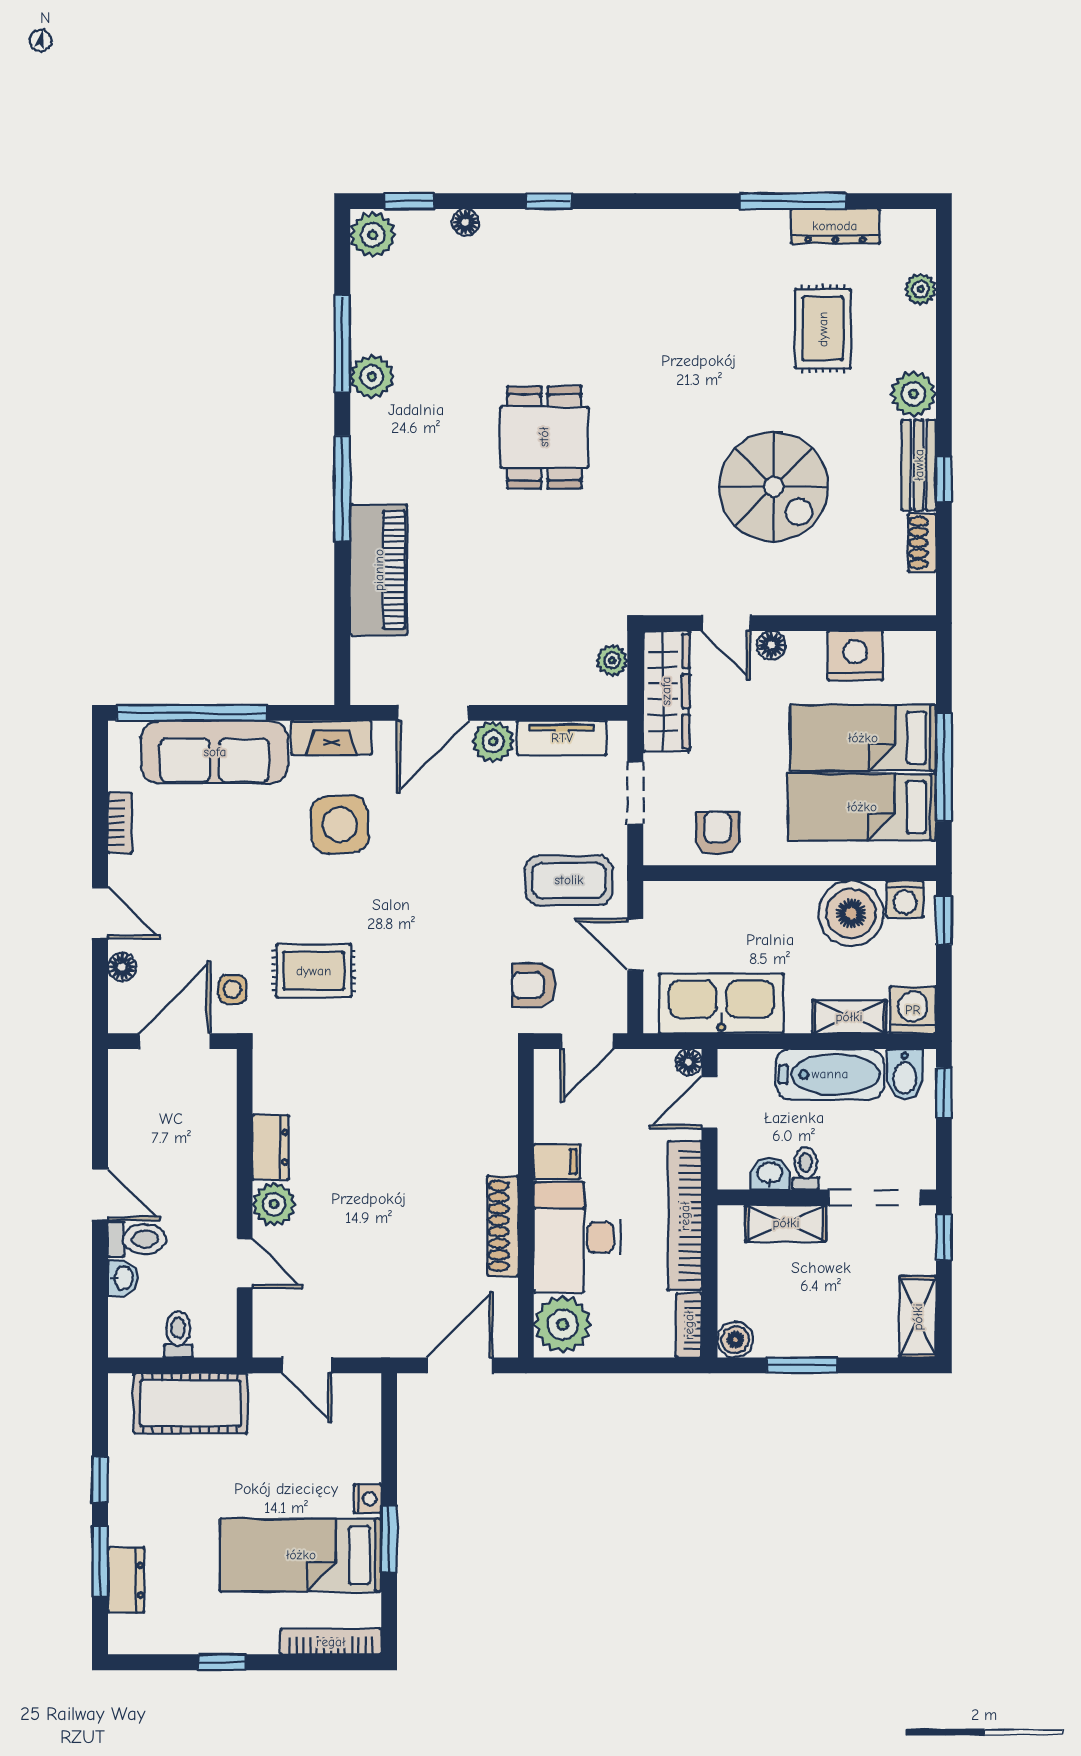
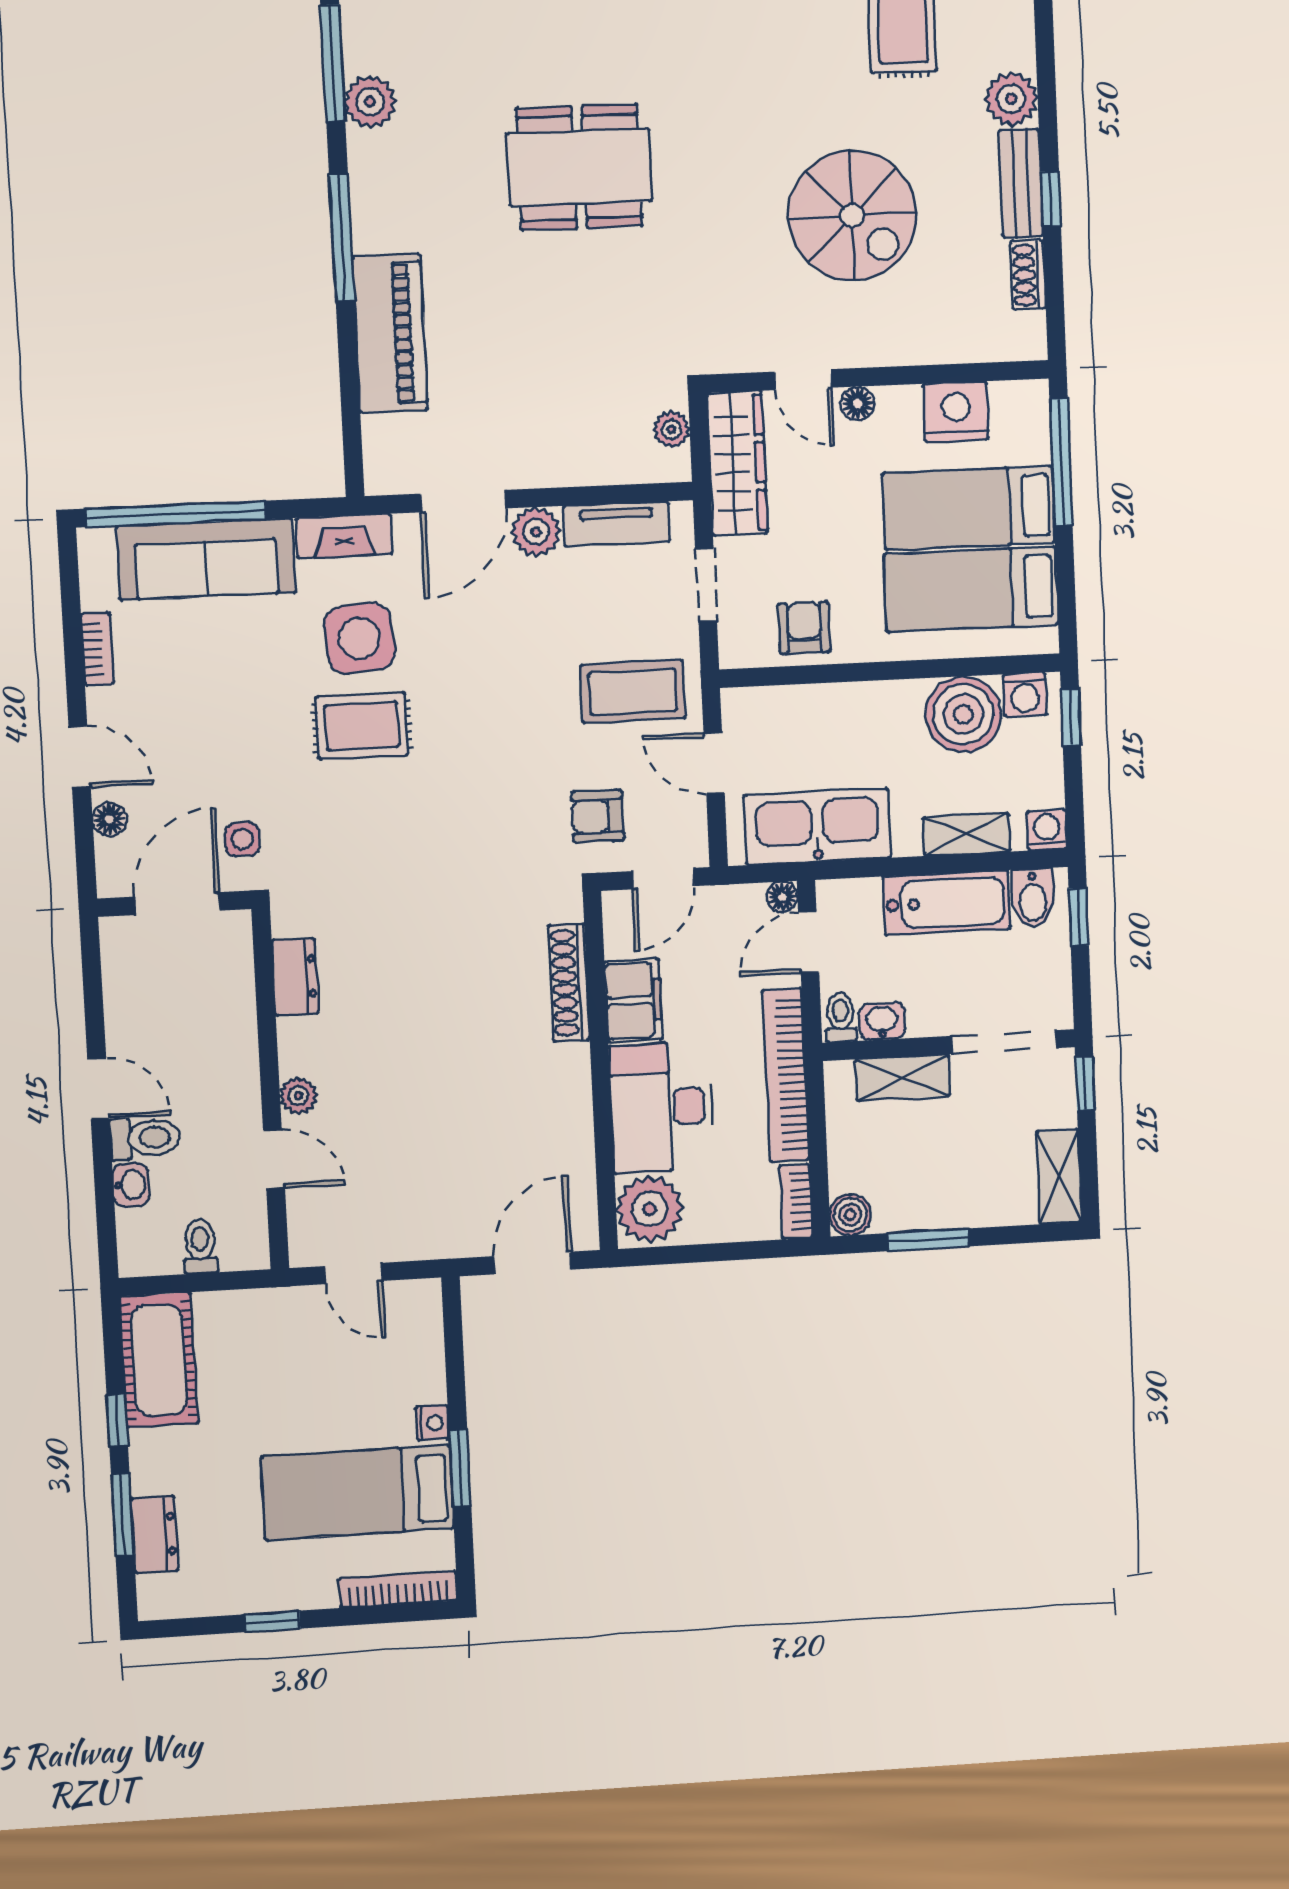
dining table: (544, 437) -> (579, 167), width x1.37
window: (944, 767) -> (1061, 462), moved
rug: (314, 971) -> (362, 726), moved
washing machine: (913, 1010) -> (1047, 830), width x0.73, depth x0.73
dresser: (271, 1147) -> (295, 977), moved
filing cabinet: (557, 1162) -> (633, 1001), width x2.00
toilet: (806, 1168) -> (840, 1017), moved
plant: (274, 1204) -> (298, 1096), width x0.73, depth x0.73
shoe rack: (503, 1226) -> (569, 983), moved
cot: (190, 1403) -> (159, 1360), moved, turned 90

